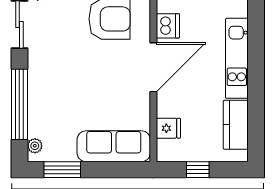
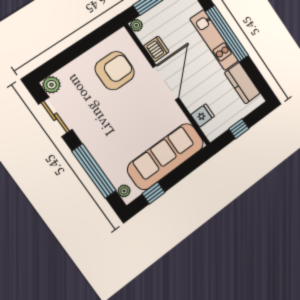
window: (256, 61) -> (227, 34), added
sofa: (114, 146) -> (166, 156), width x1.36, depth x1.27
window: (62, 170) -> (154, 193), width x0.67

